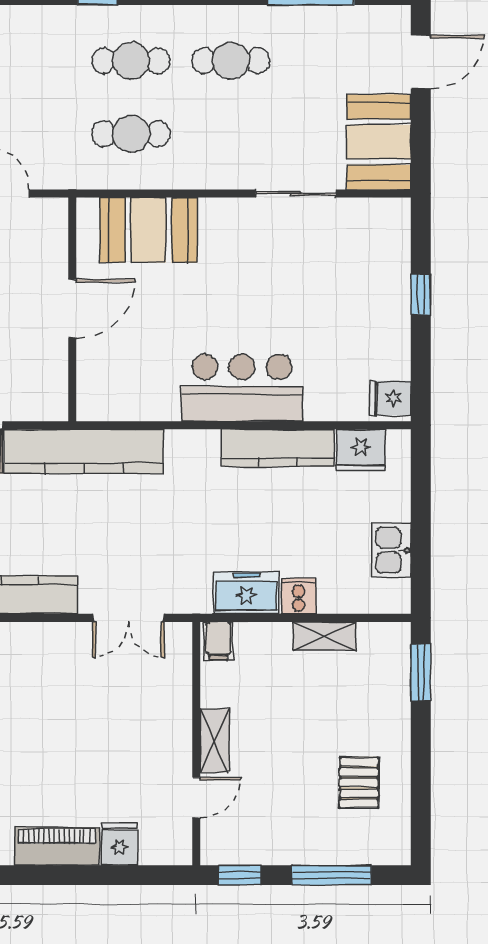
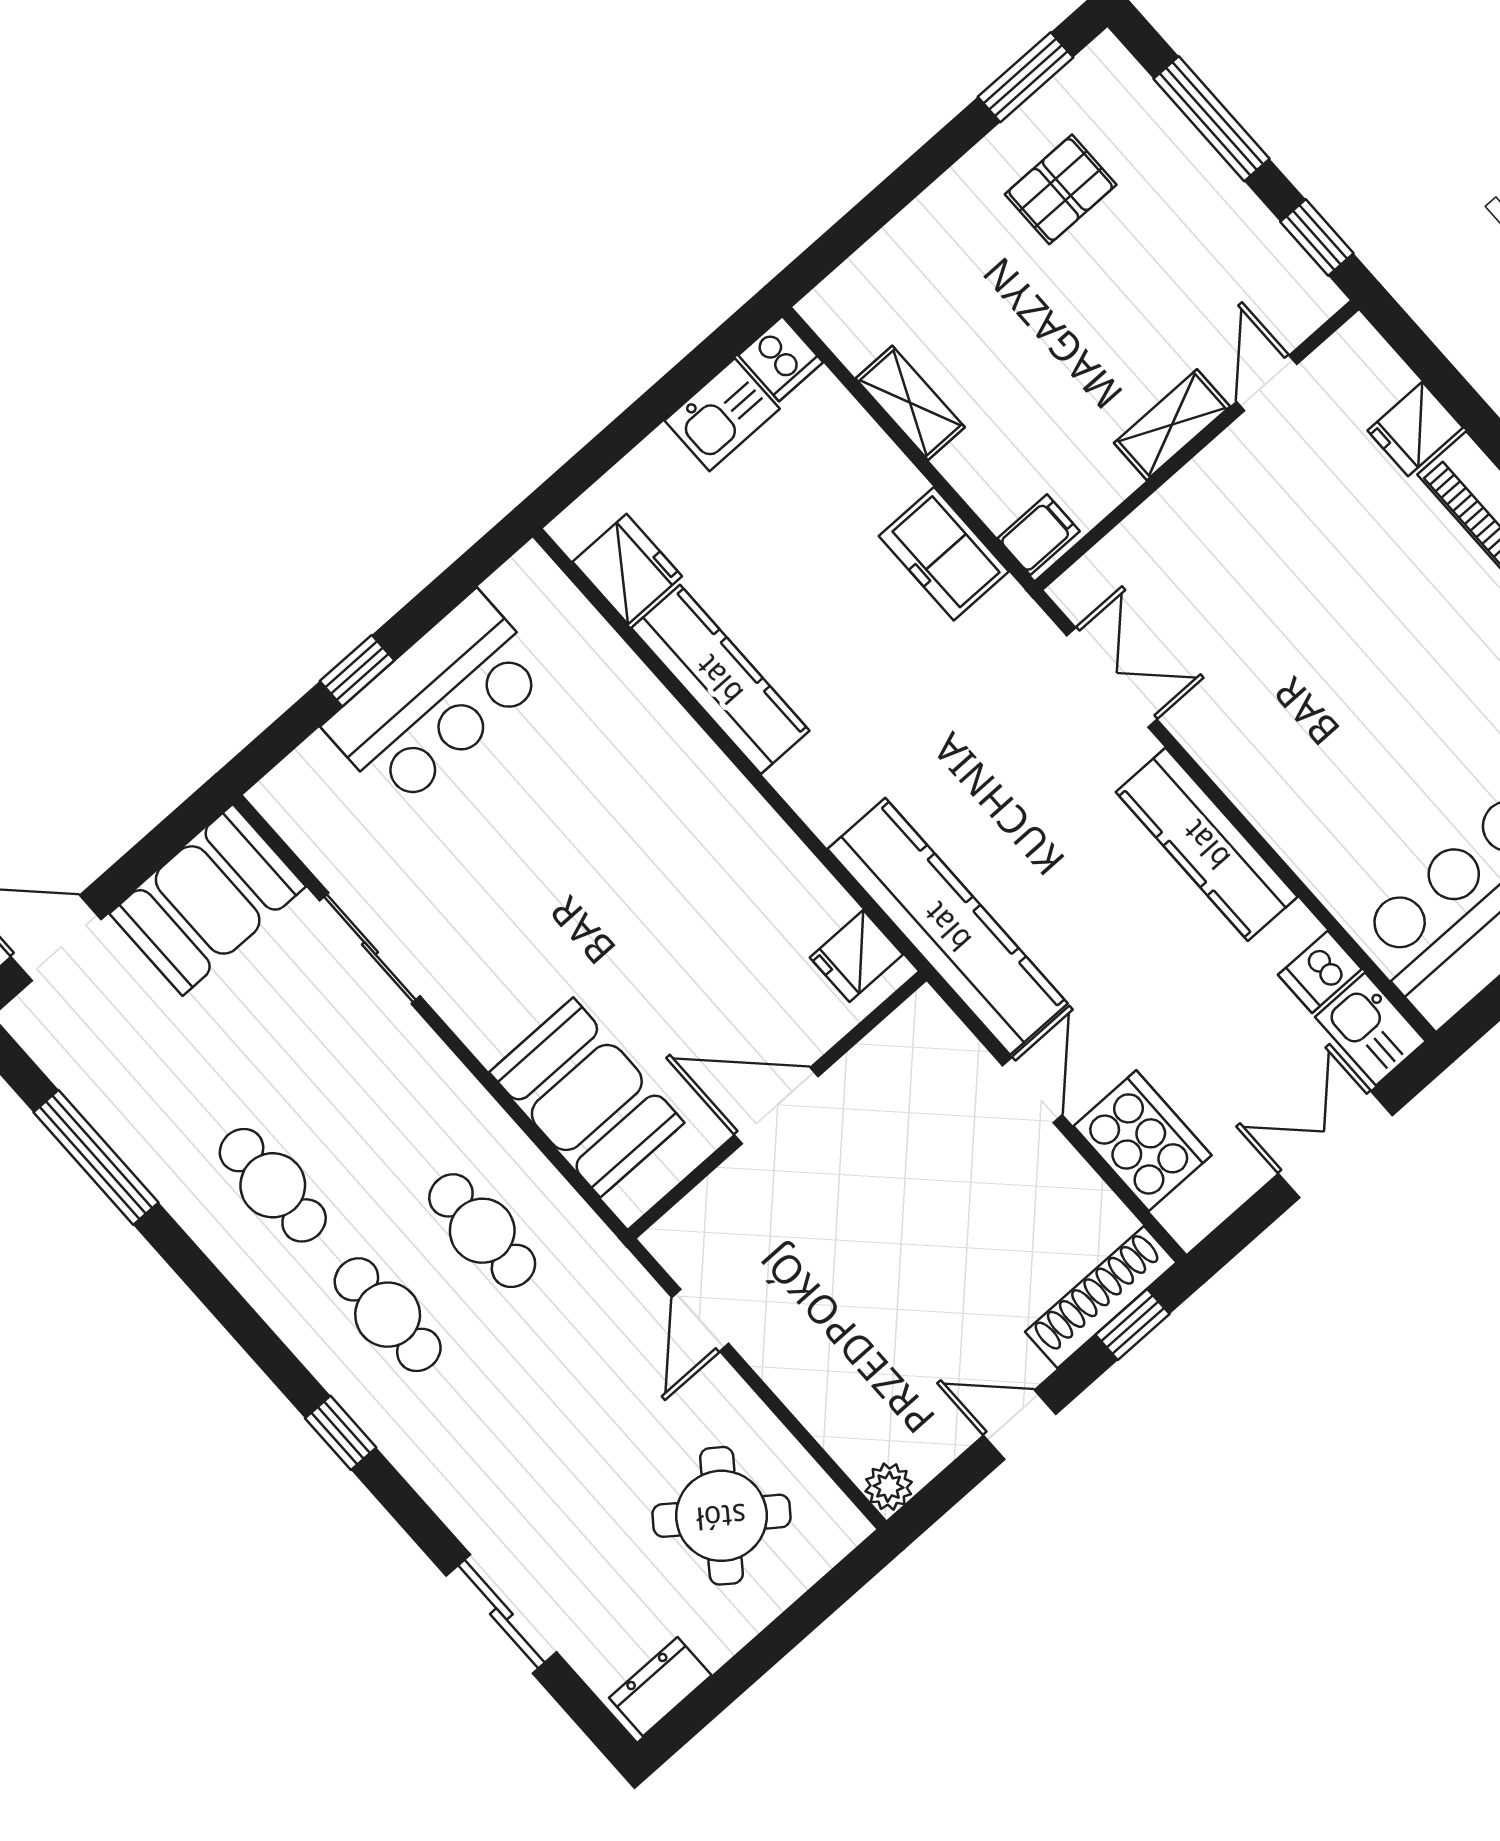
bar counter: (242, 388) -> (437, 700), moved, turned -90
fridge: (390, 398) -> (856, 956), moved, turned 90
cooker: (299, 596) -> (781, 359), moved, turned -90
window: (421, 673) -> (1025, 77), moved
door: (196, 798) -> (1267, 383), hinge flipped

